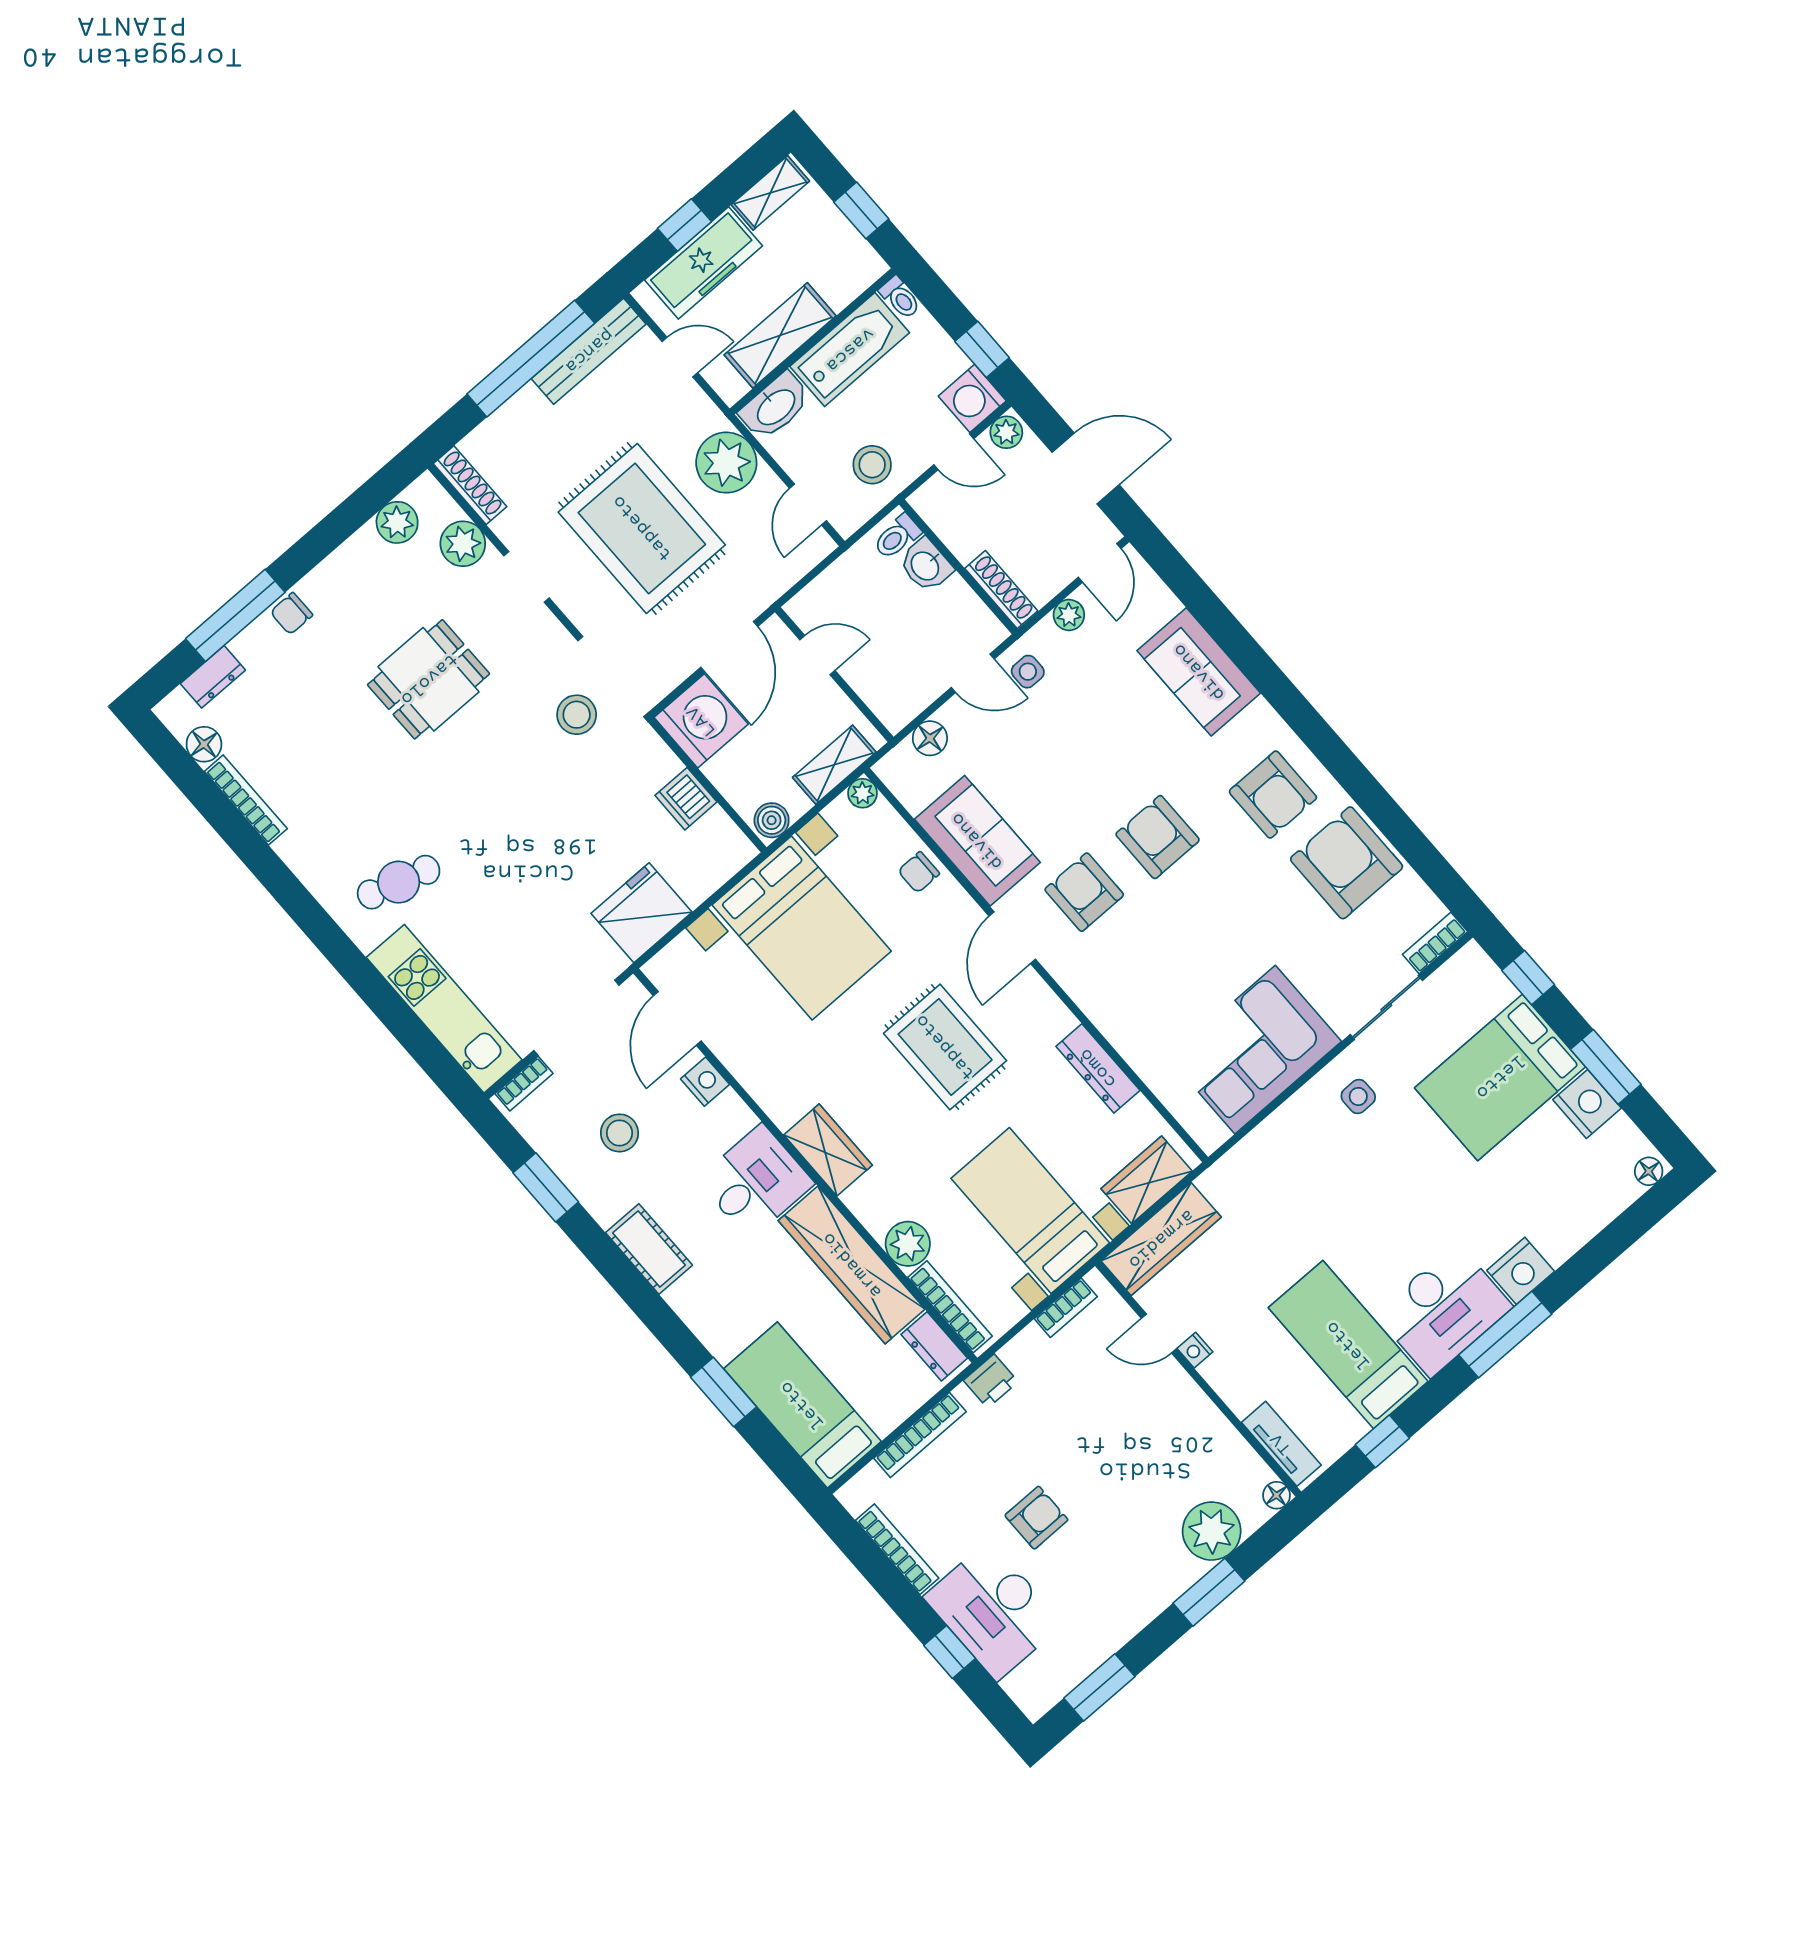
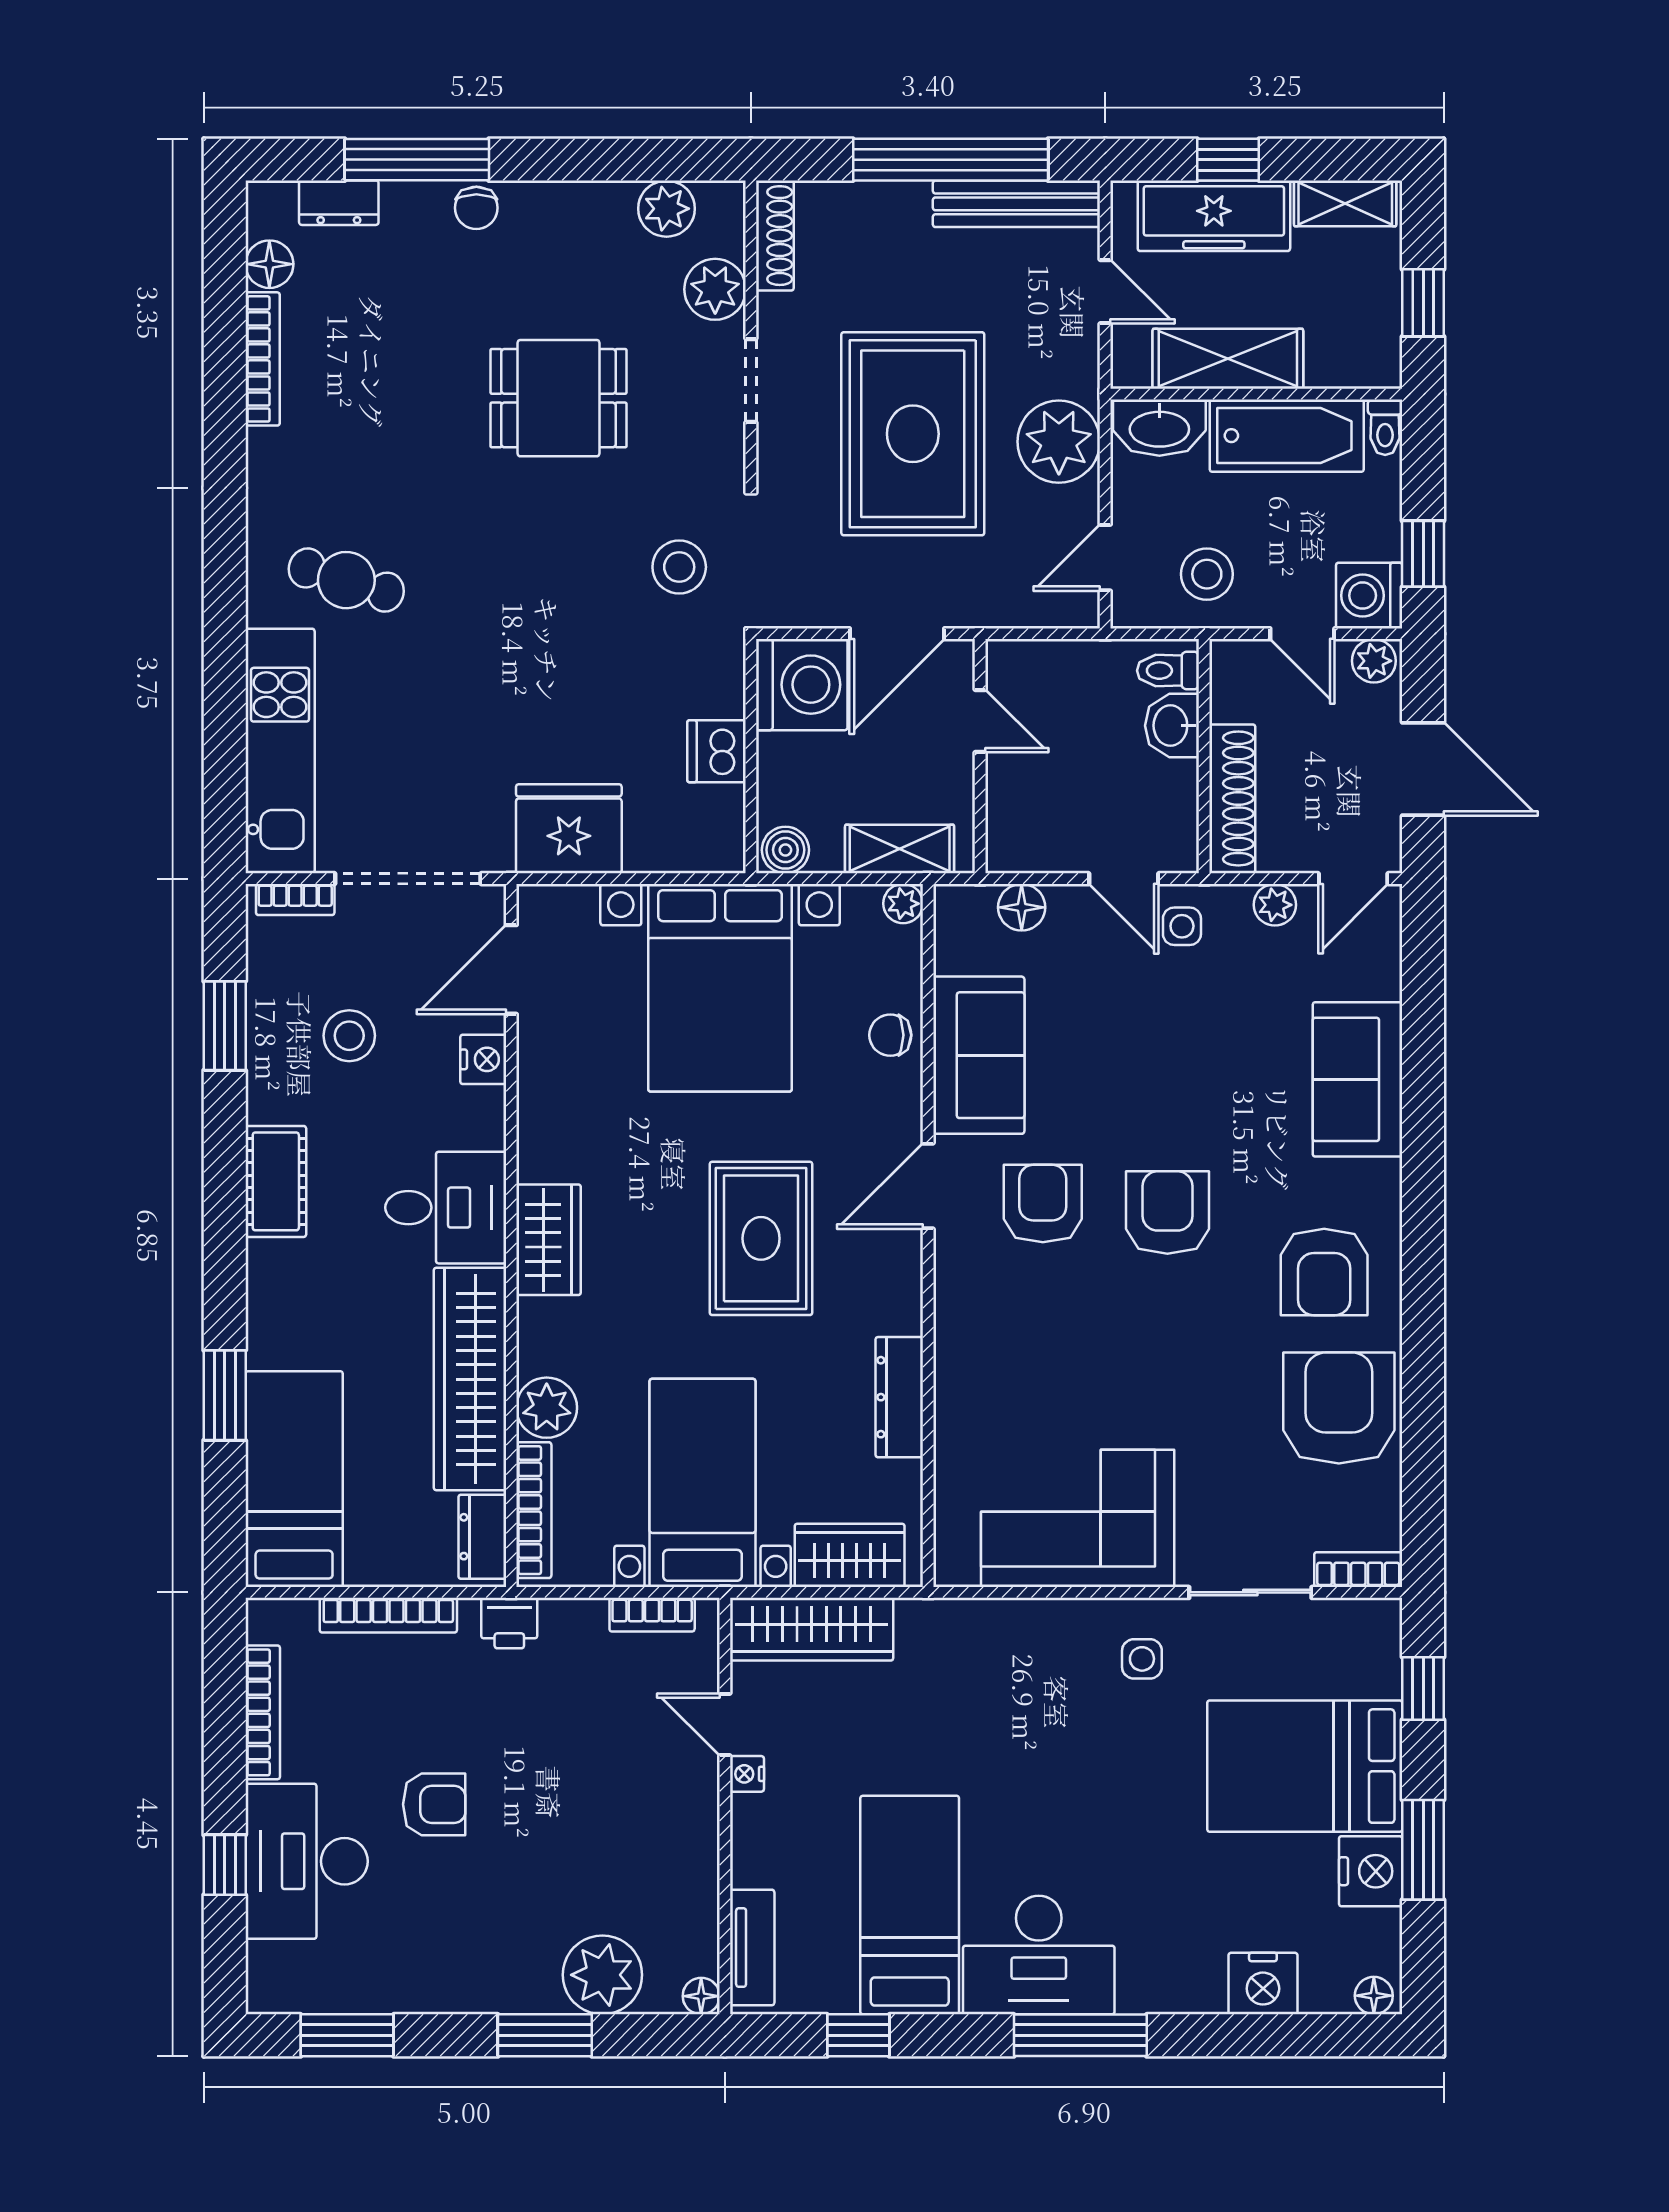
shoe rack: (1001, 590) -> (1232, 798), width x1.36, depth x1.24
chair: (291, 614) -> (476, 208), turned -90
nightstand: (1521, 1271) -> (1263, 1984), moved

